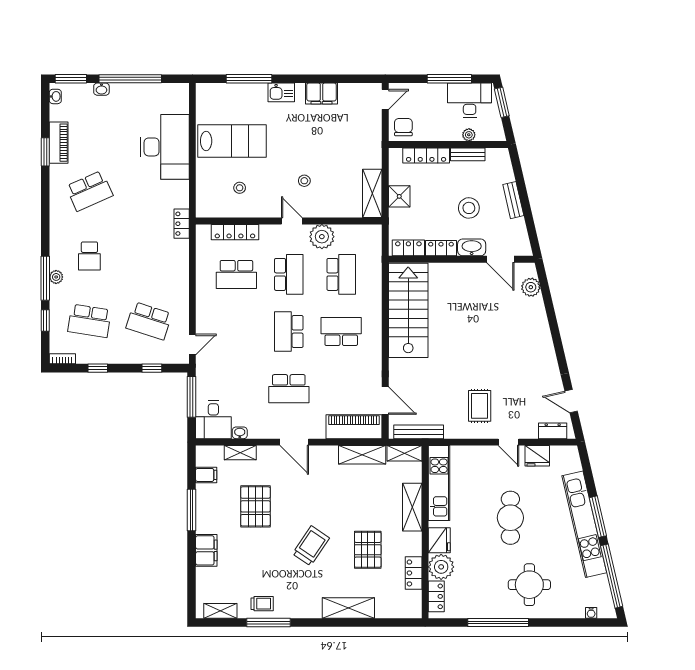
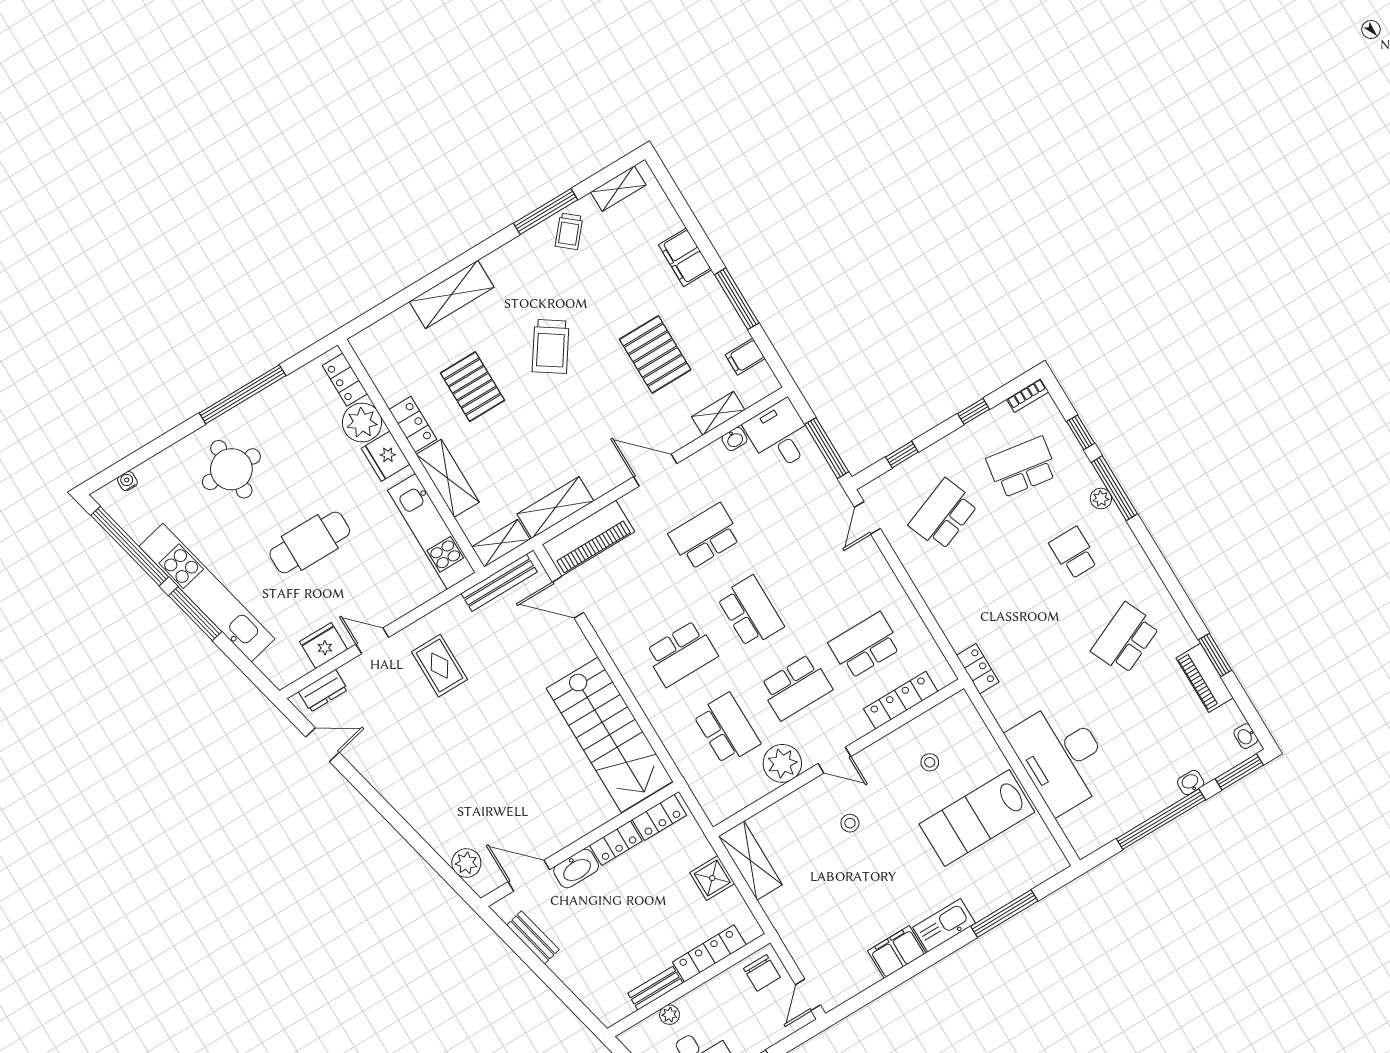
kitchen sink: (281, 92) -> (944, 925), width x1.38
bench: (513, 200) -> (533, 937), moved
stool: (469, 208) -> (611, 918), removed
school desk: (289, 274) -> (796, 687), turned -90
school desk: (341, 274) -> (727, 729), turned 180
school desk: (149, 321) -> (943, 514), turned -39
cafe table: (510, 518) -> (310, 542), turned 90
locker: (414, 573) -> (413, 424), moved
trolley: (262, 604) -> (569, 231), turned -50

